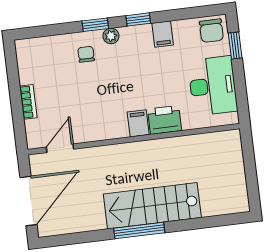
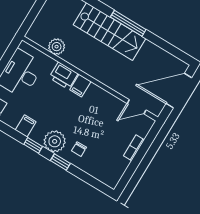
plant: (111, 36) -> (55, 141), width x1.88, depth x1.88
plant: (196, 145) -> (57, 47), added

